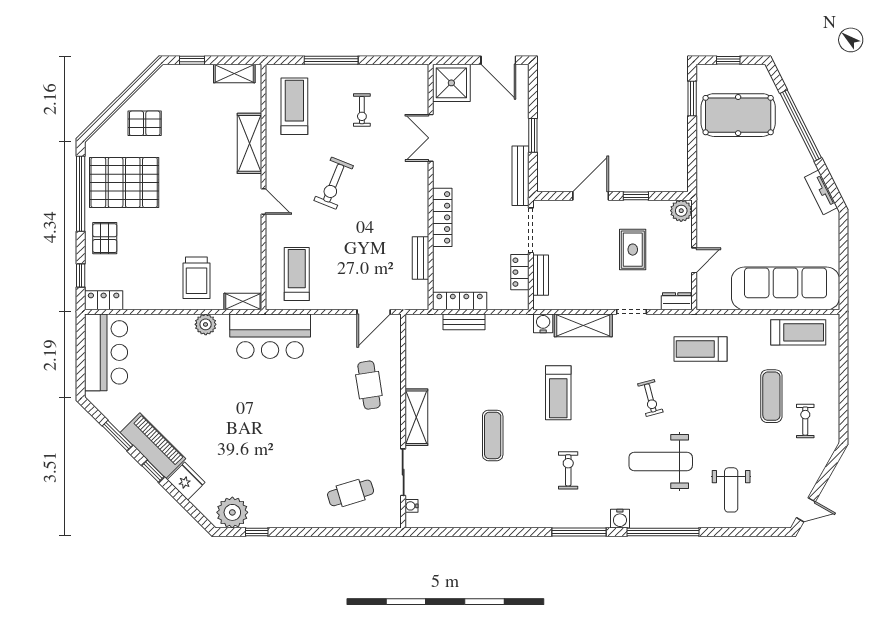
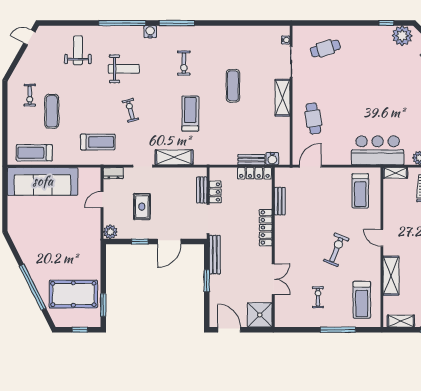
tv unit: (821, 192) -> (20, 244), removed
water cooler: (543, 323) -> (272, 159), moved
weight bench: (661, 462) -> (124, 69), width x0.73, depth x0.75

